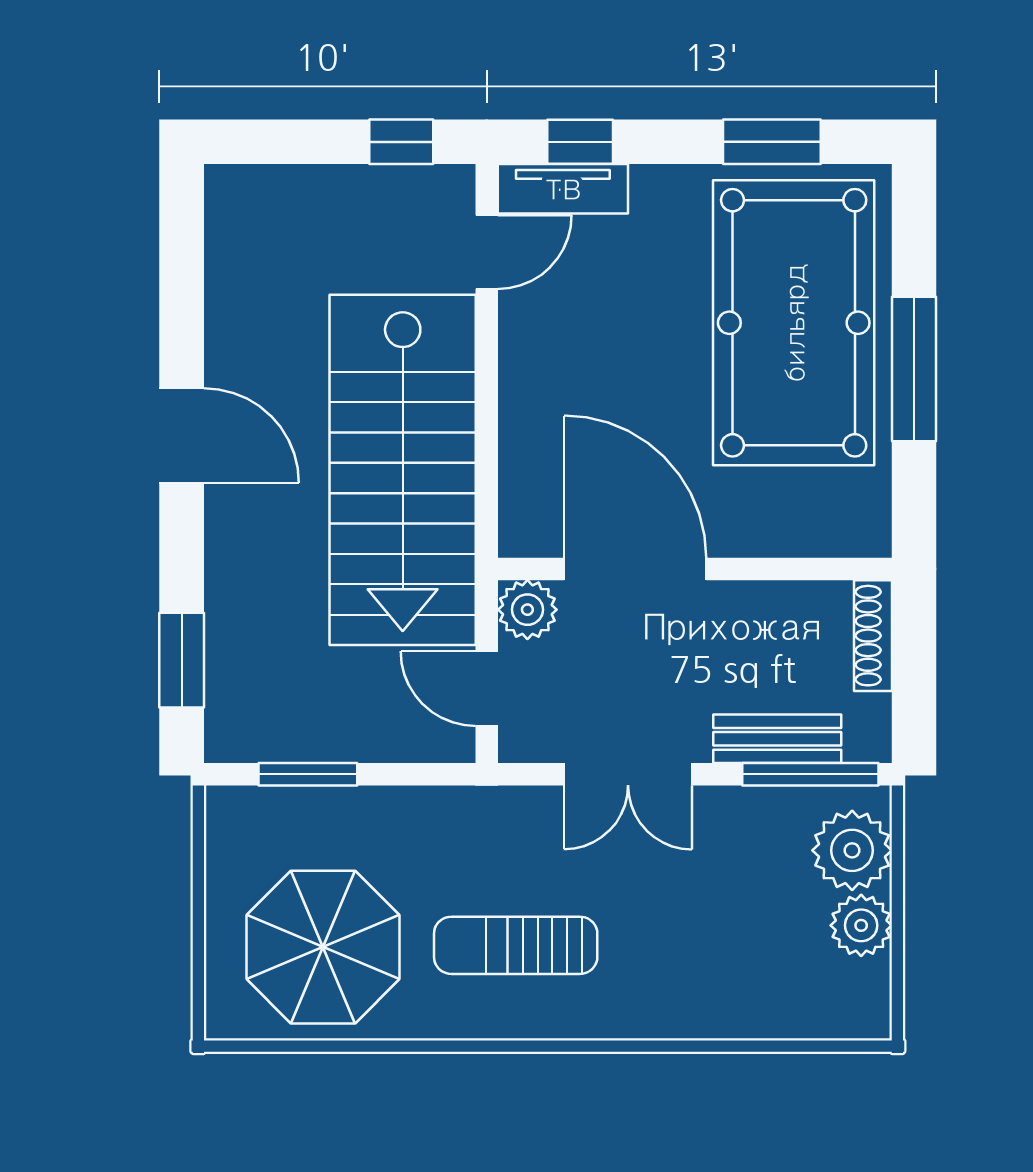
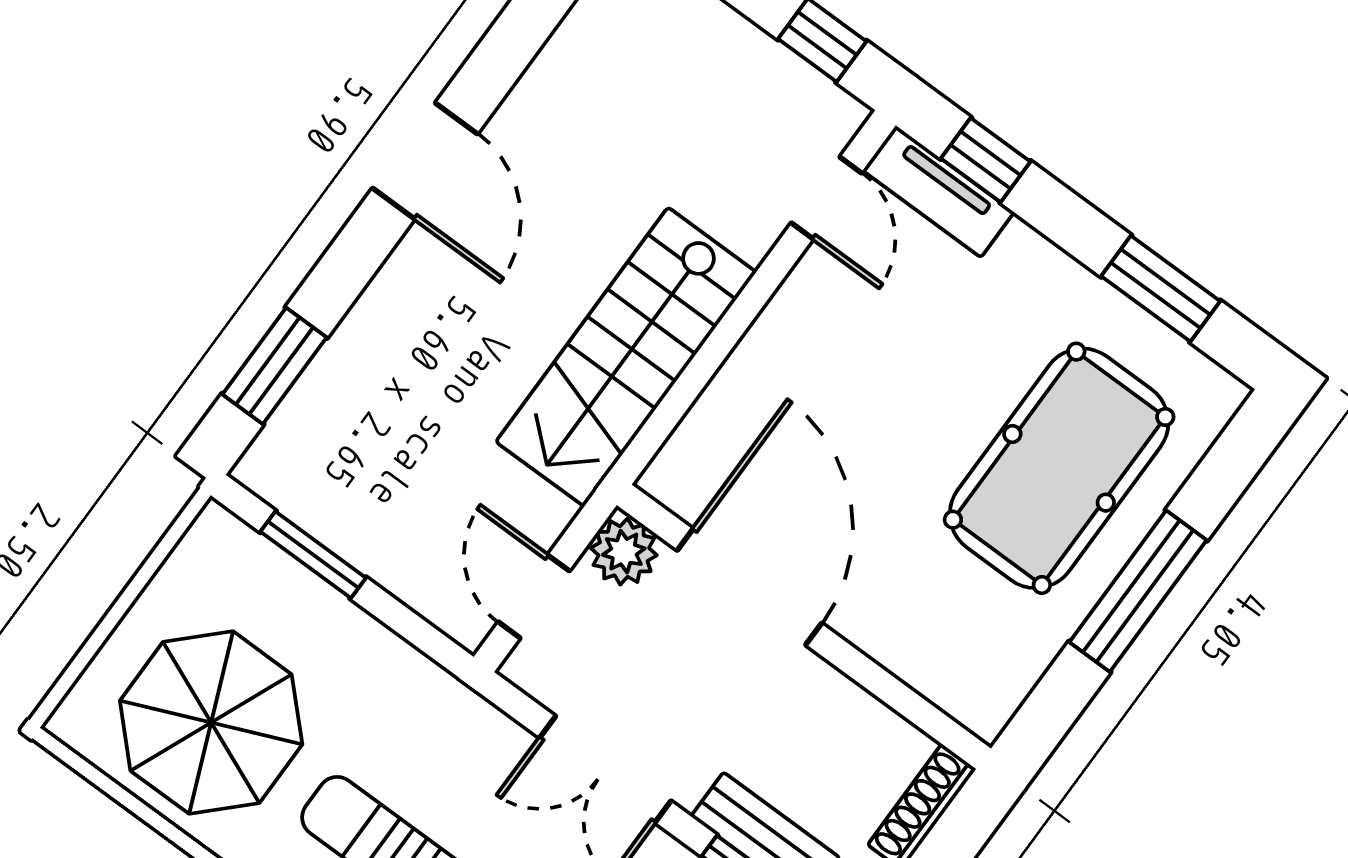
door: (487, 252) -> (827, 198), hinge flipped
pool table: (794, 323) -> (1059, 468), width x0.73, depth x0.76
stairs: (403, 470) -> (626, 357), width x0.73, depth x0.66

